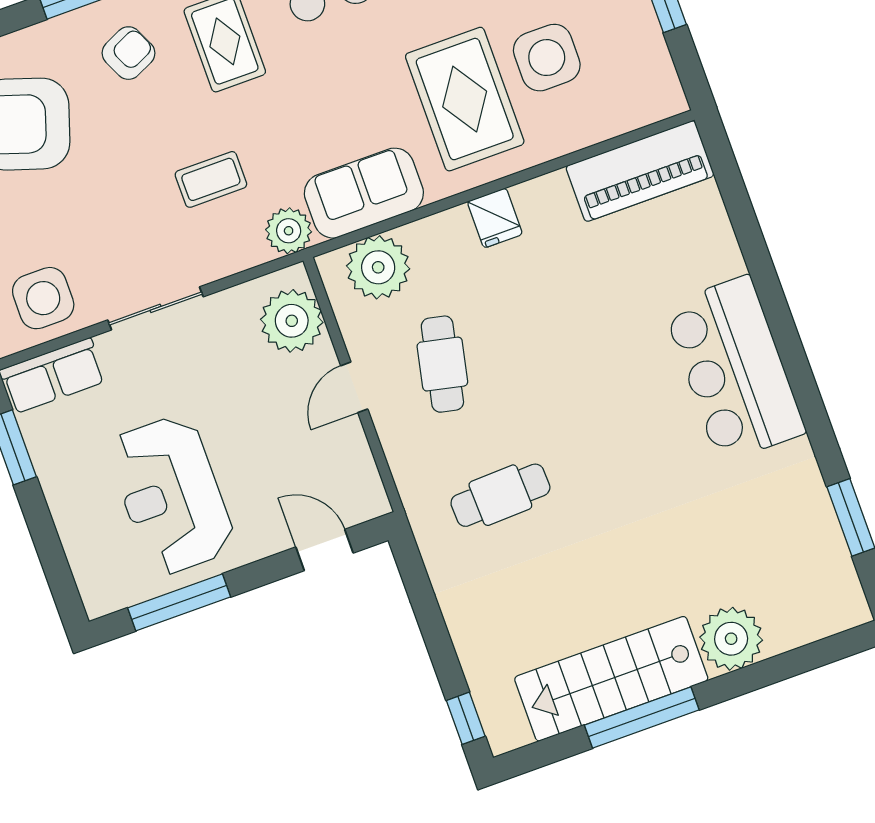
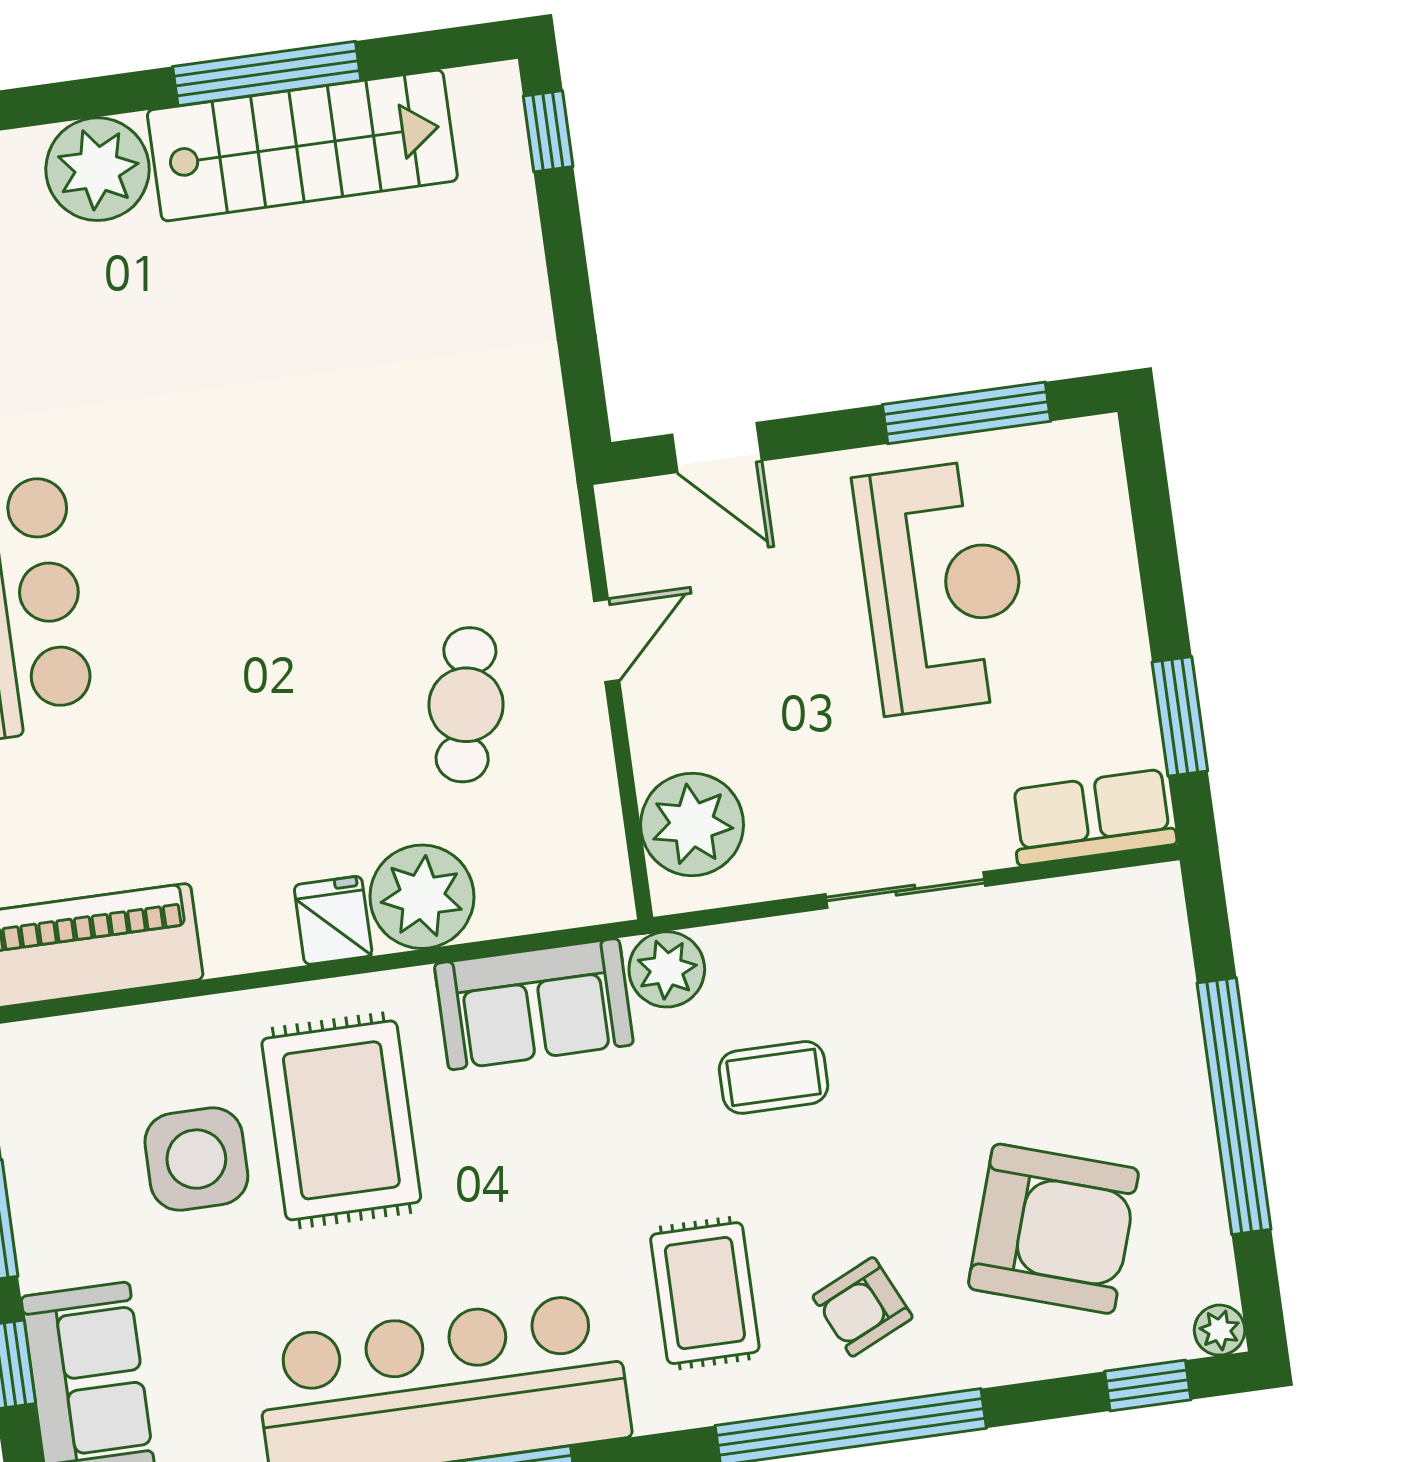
plant: (378, 267) -> (422, 897), moved
side table: (43, 298) -> (1081, 944), removed
door: (354, 387) -> (607, 640), moved
cafe table: (500, 495) -> (418, 476), removed

